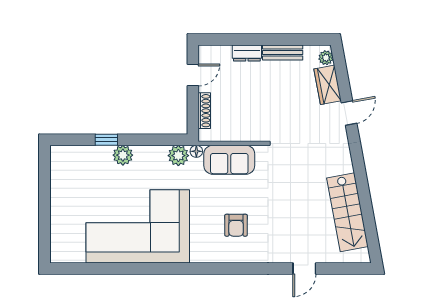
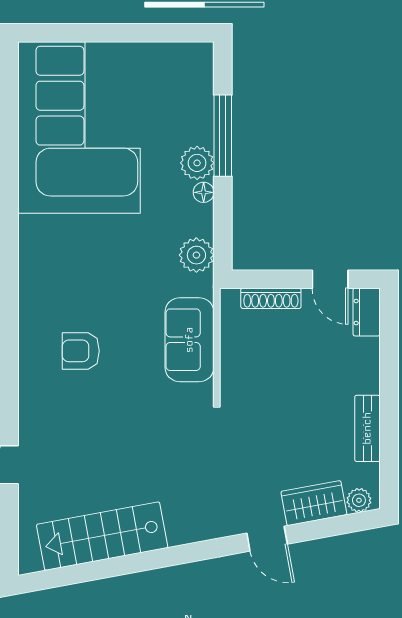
dresser: (247, 53) -> (367, 312), moved
window: (106, 140) -> (223, 136), width x2.17
floor lamp: (196, 151) -> (204, 192), moved
corner sofa: (138, 226) -> (79, 127), moved

